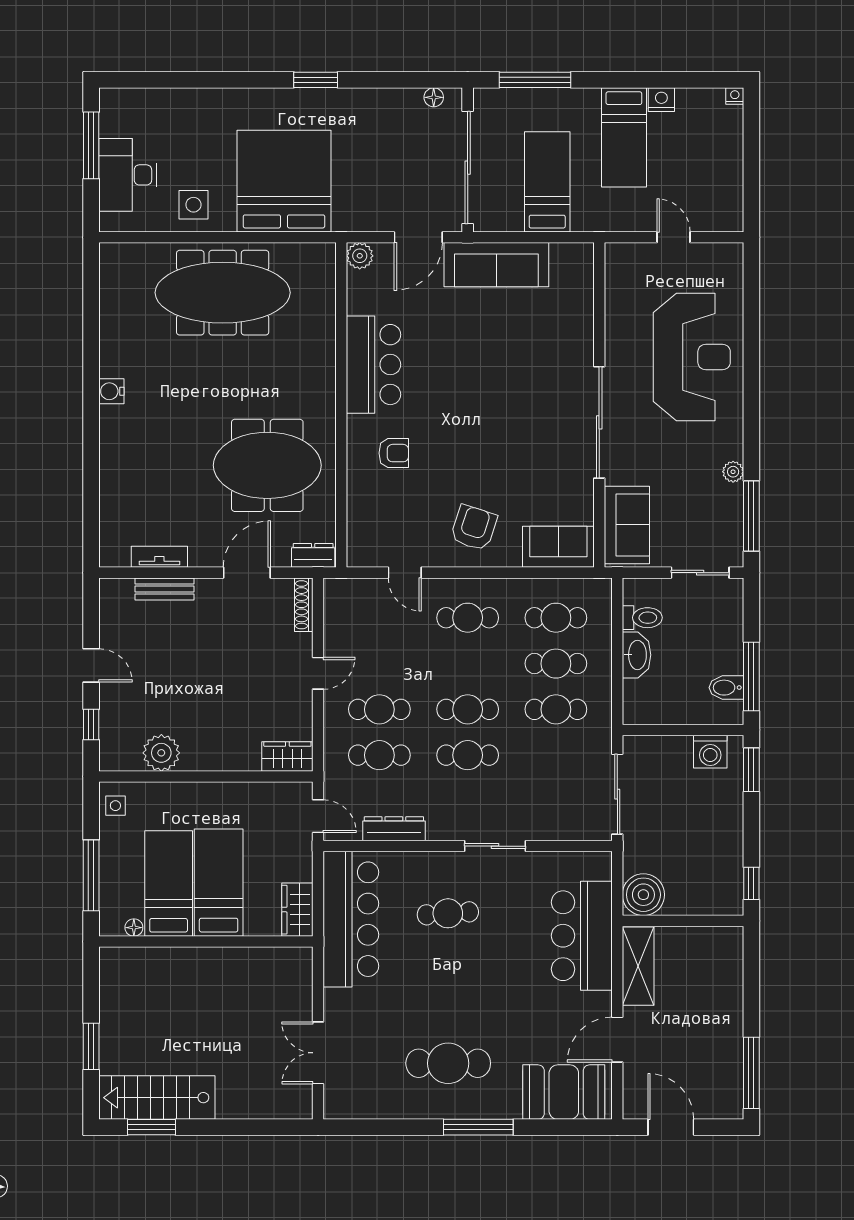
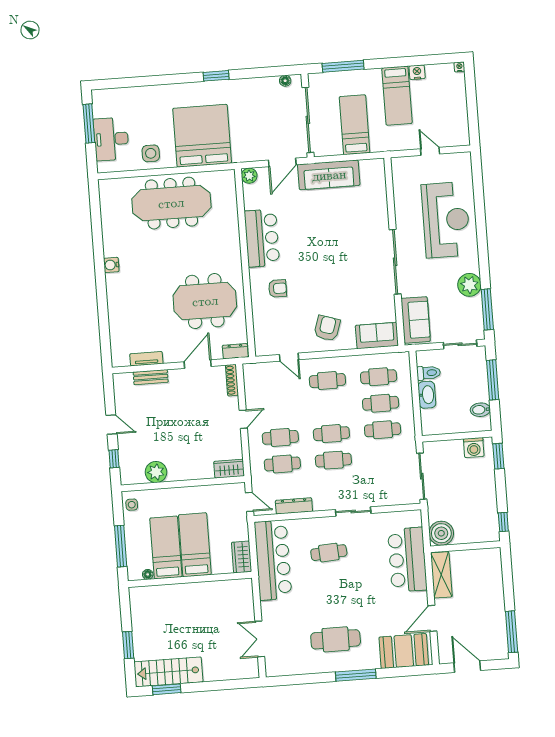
plant: (733, 472) -> (469, 285), width x1.88, depth x1.88
window: (751, 677) -> (493, 380), moved

